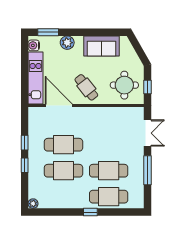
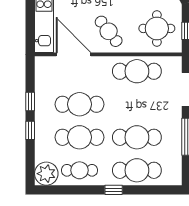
cafe table: (109, 119) -> (137, 71), added
cafe table: (63, 197) -> (79, 170), added
plant: (33, 204) -> (46, 174), width x1.88, depth x1.88

